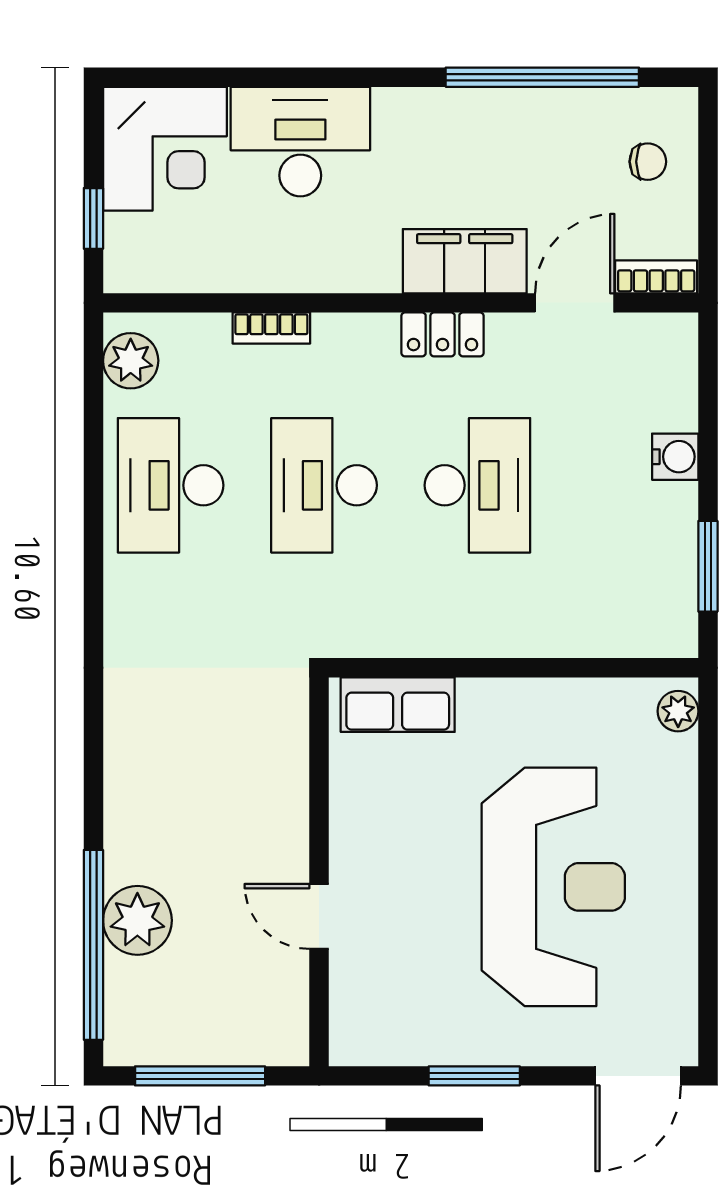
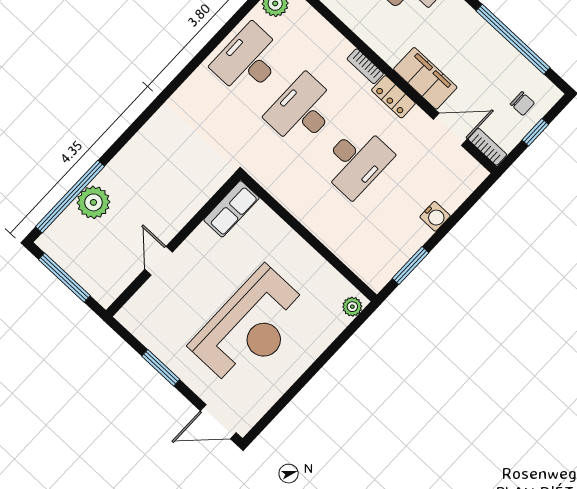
window: (708, 187) -> (535, 132), added
bookcase: (271, 328) -> (365, 66), moved
row of seats: (398, 705) -> (231, 209), moved, turned -90

